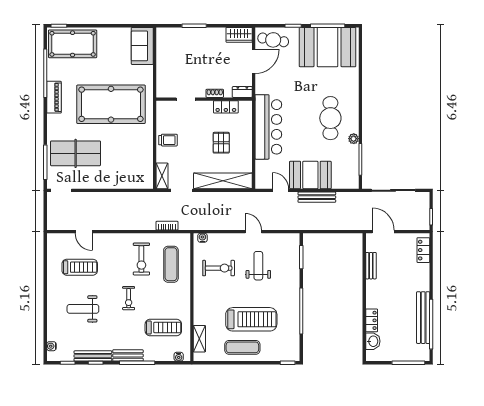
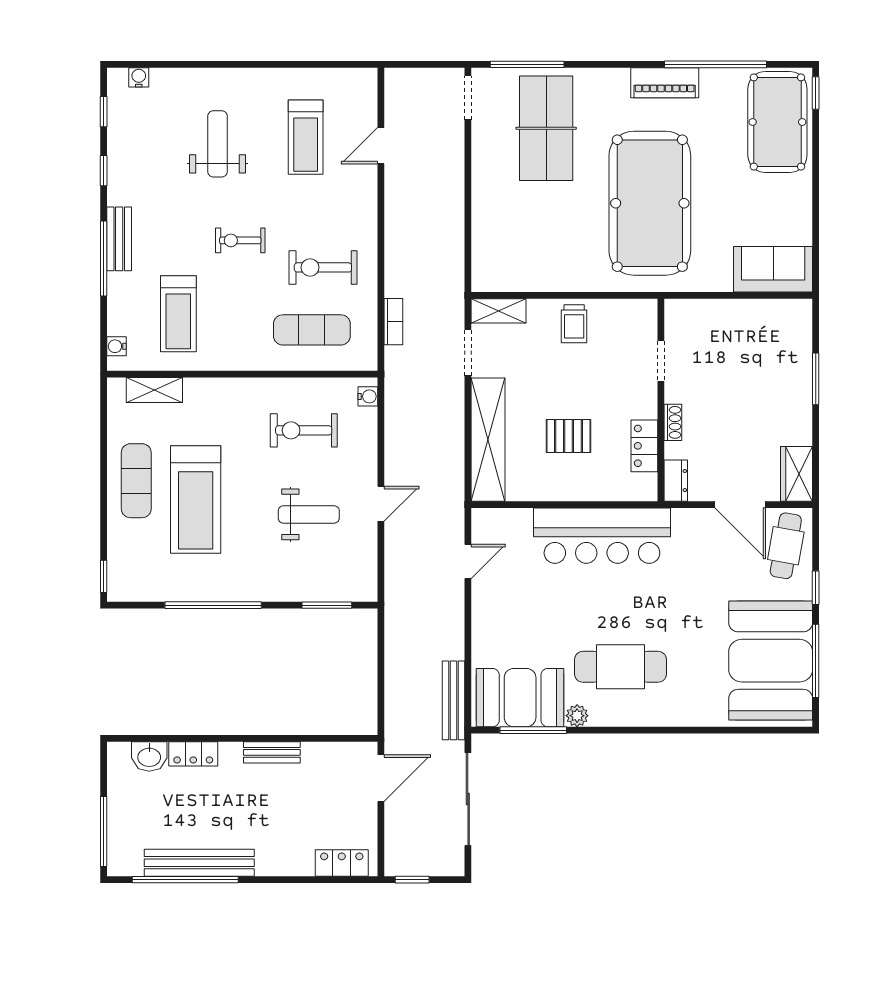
booth: (310, 175) -> (520, 698), moved, turned 90
bench: (317, 197) -> (454, 700), moved
bench: (371, 266) -> (272, 752), moved
exercise bike: (219, 268) -> (304, 430), turned 90
bench: (93, 356) -> (118, 165), removed

